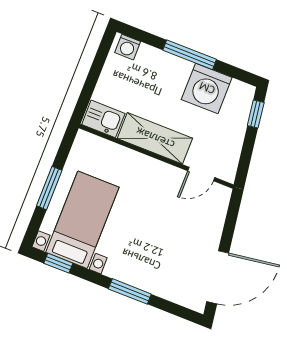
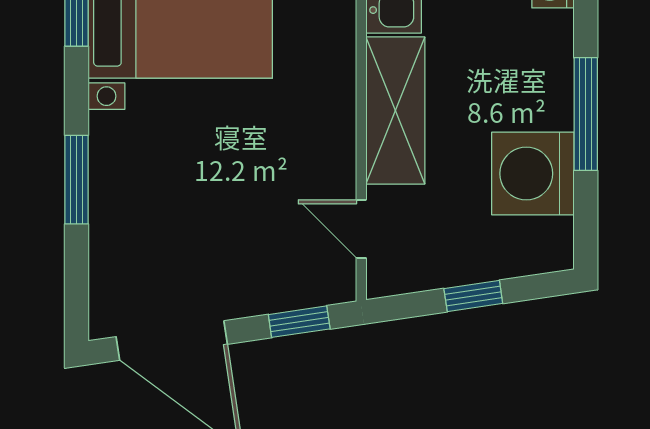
window: (256, 114) -> (473, 296), moved
window: (232, 218) -> (299, 322), added

